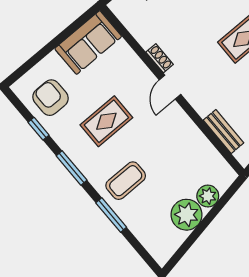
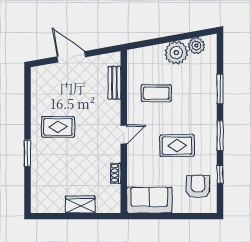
shoe rack: (160, 58) -> (116, 173), moved
armchair: (51, 98) -> (198, 187), turned 180
coffee table: (126, 181) -> (156, 93), moved
plant: (208, 196) -> (196, 46), moved

